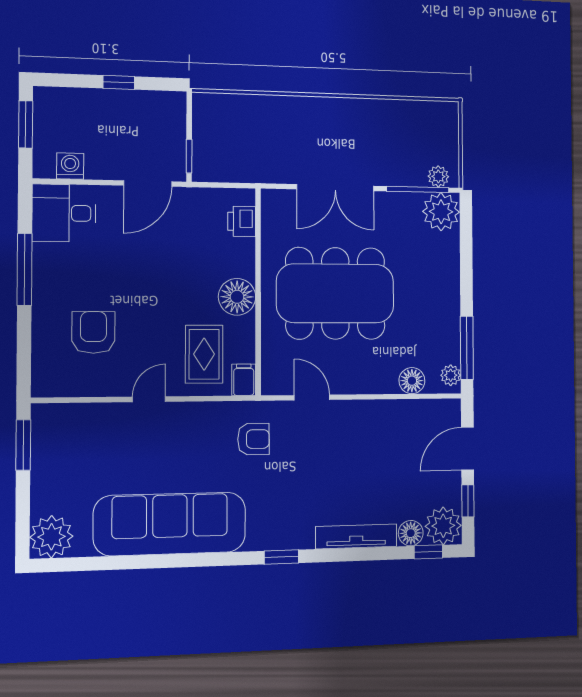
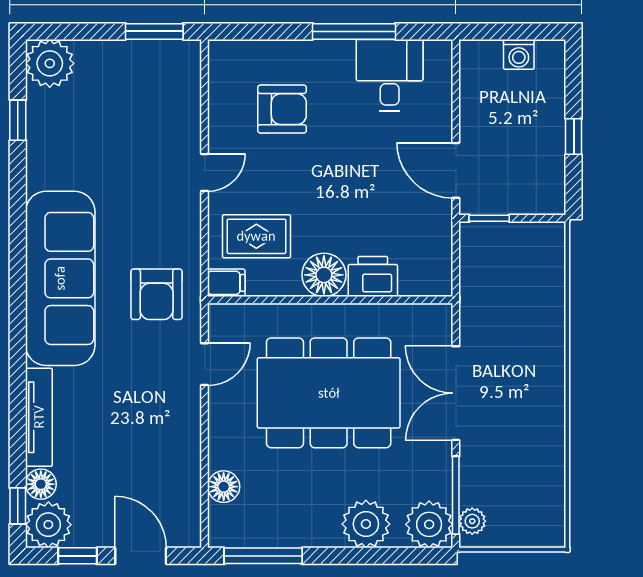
window: (26, 124) -> (521, 31), removed
washing machine: (70, 166) -> (519, 54), moved, turned 90
desk: (64, 213) -> (390, 75), moved
printer: (242, 221) -> (373, 277), moved, width x1.36, depth x1.24
dining table: (335, 293) -> (329, 393), turned 90
plant: (451, 375) -> (366, 524), moved, width x1.87, depth x1.87
door: (149, 399) -> (205, 173), hinge flipped
armchair: (253, 439) -> (157, 294), width x1.38, depth x1.38
sofa: (170, 524) -> (60, 278), moved
window: (281, 557) -> (18, 120), moved

